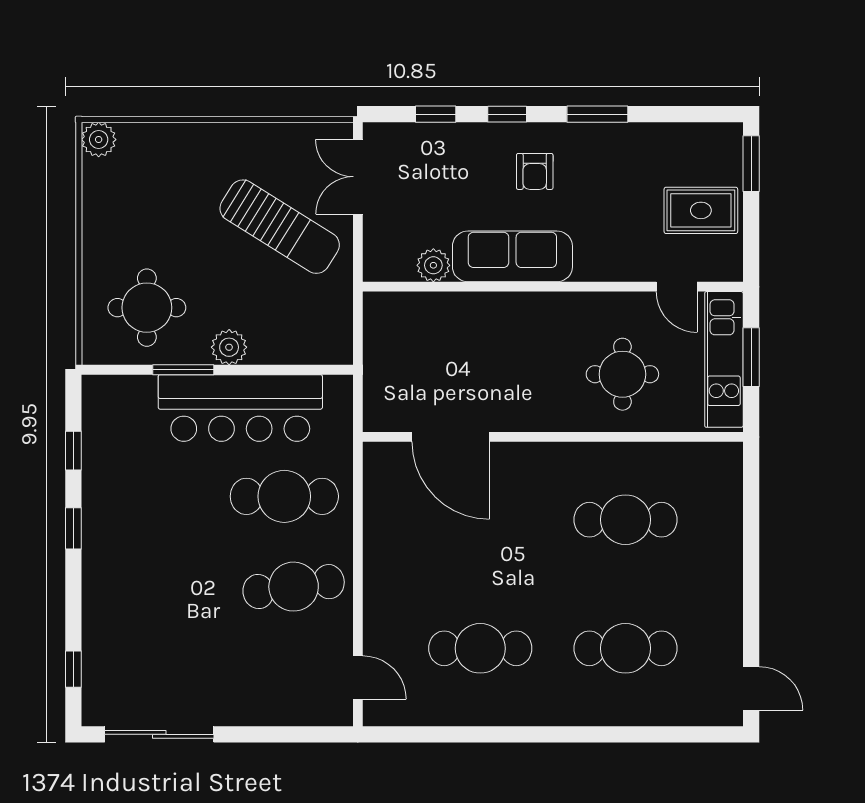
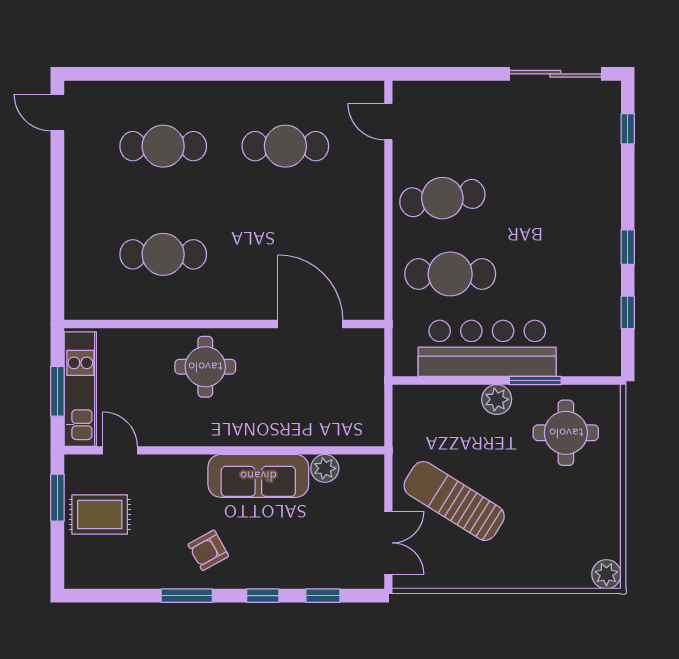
window: (751, 164) -> (57, 498), moved
armchair: (535, 171) -> (208, 550), moved, turned -119
round table: (622, 374) -> (205, 367), moved

